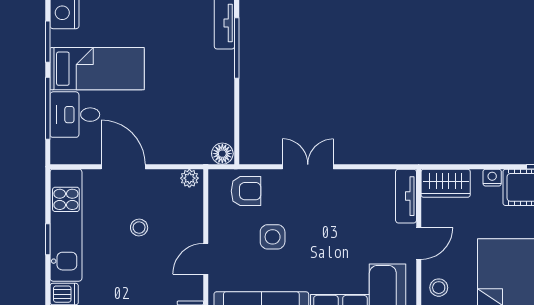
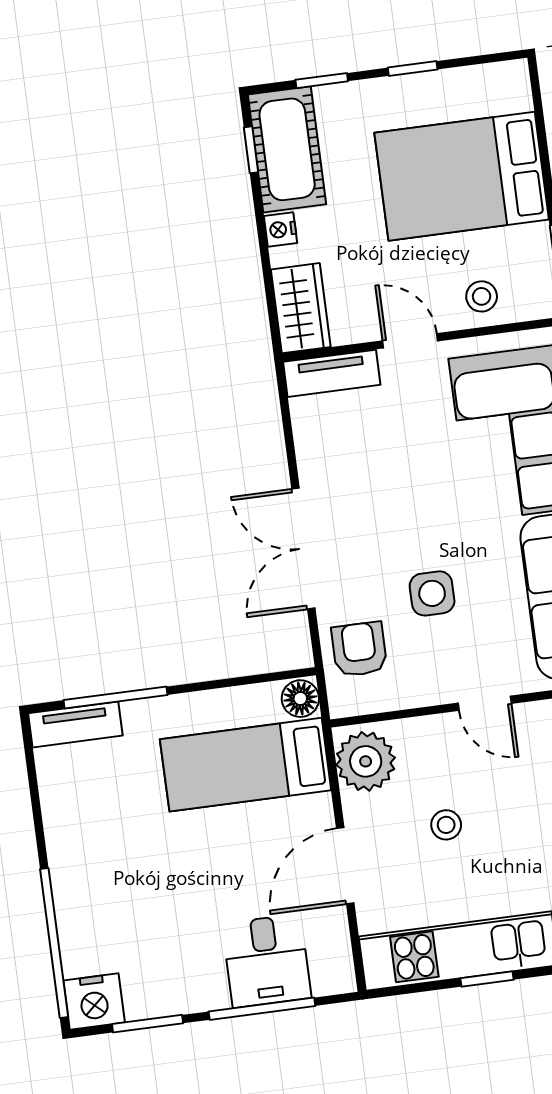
bed: (97, 69) -> (246, 765), moved, turned -90
double door: (308, 167) -> (303, 549), width x1.37
plant: (189, 178) -> (366, 761), width x1.87, depth x1.87

